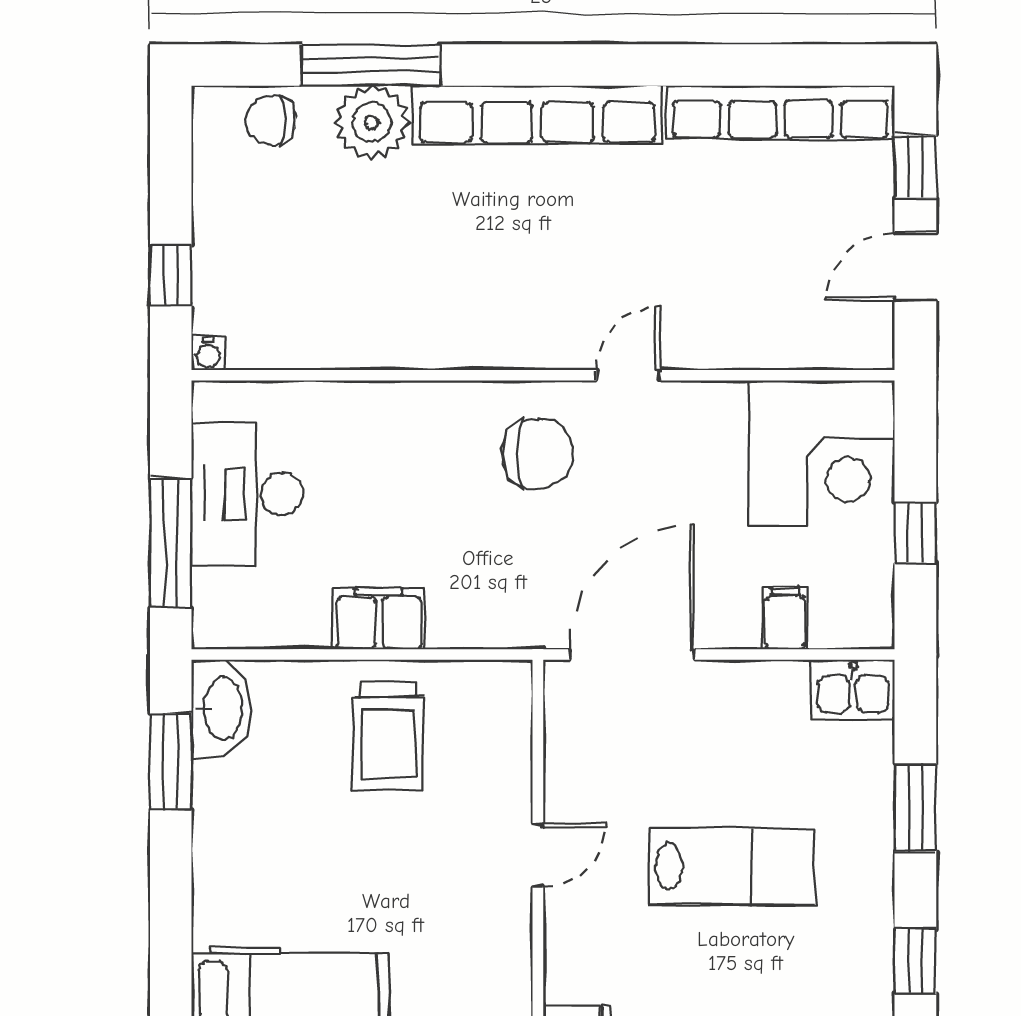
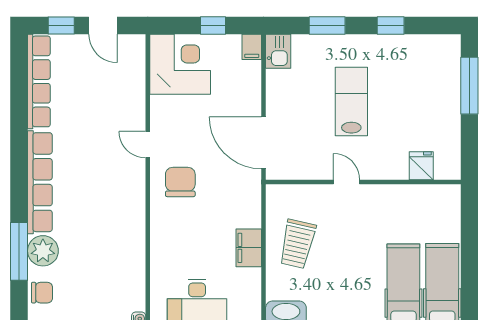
chair: (271, 120) -> (42, 293), turned -90
filing cabinet: (785, 618) -> (252, 47), moved, turned -90
trolley: (389, 736) -> (297, 244), turned 103

